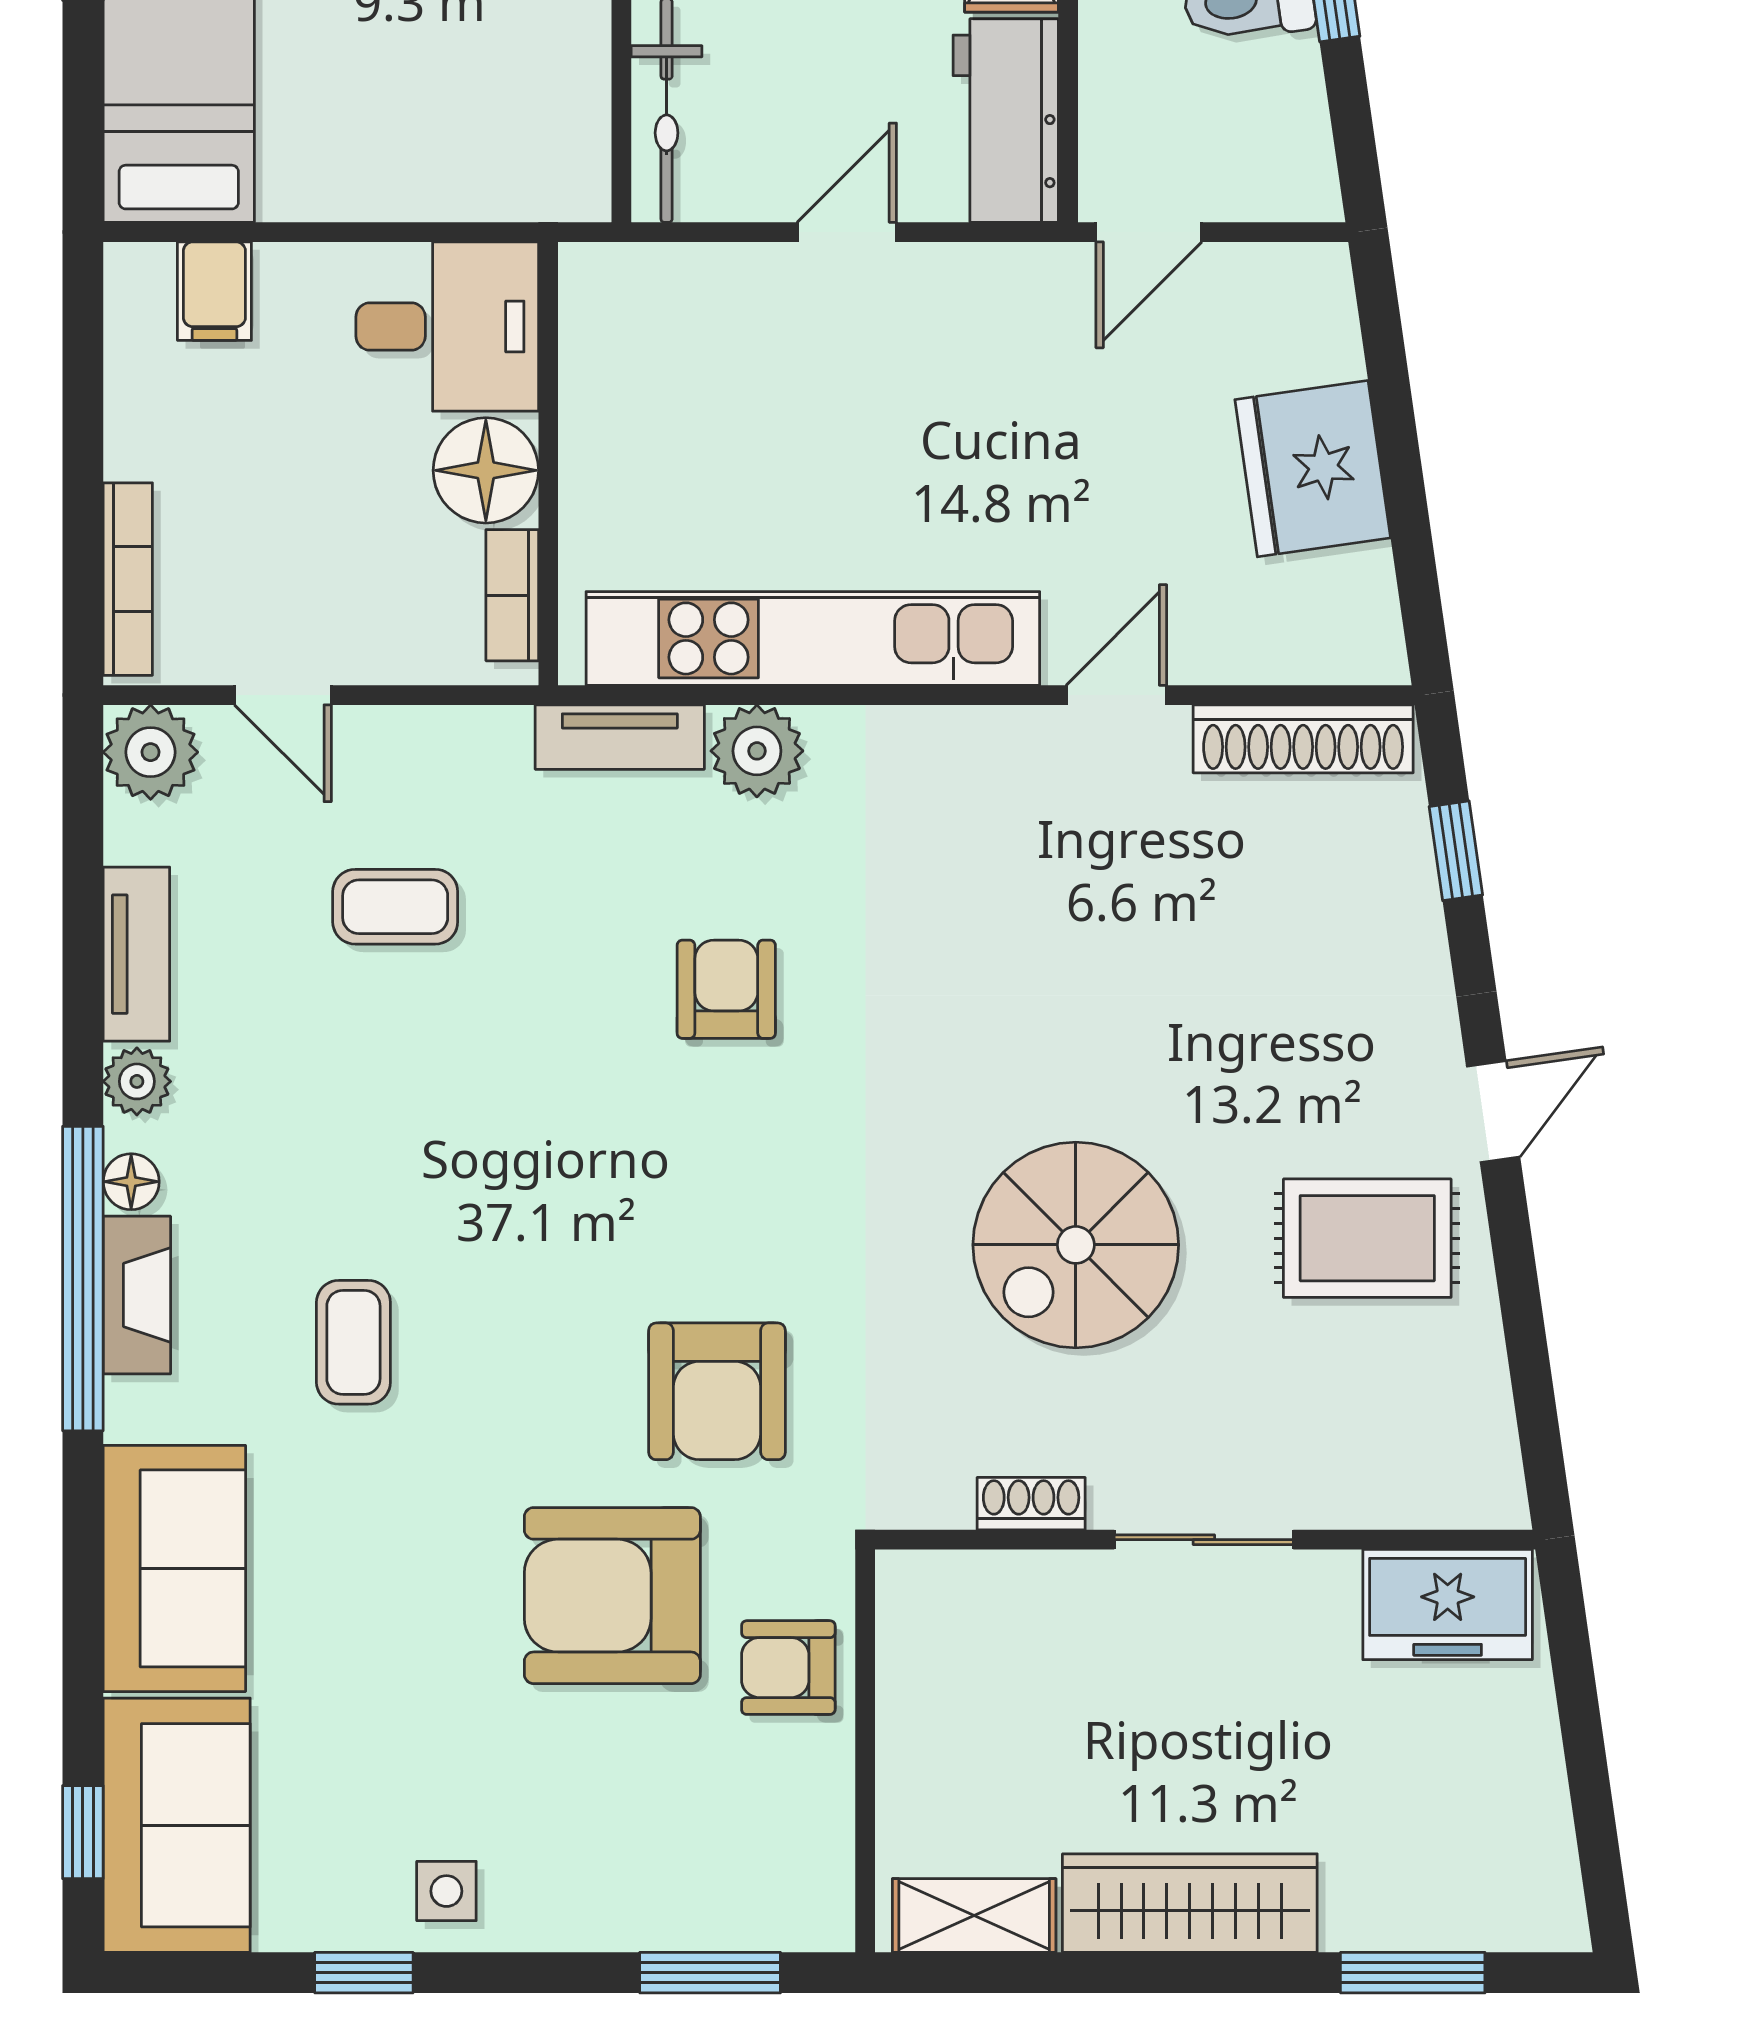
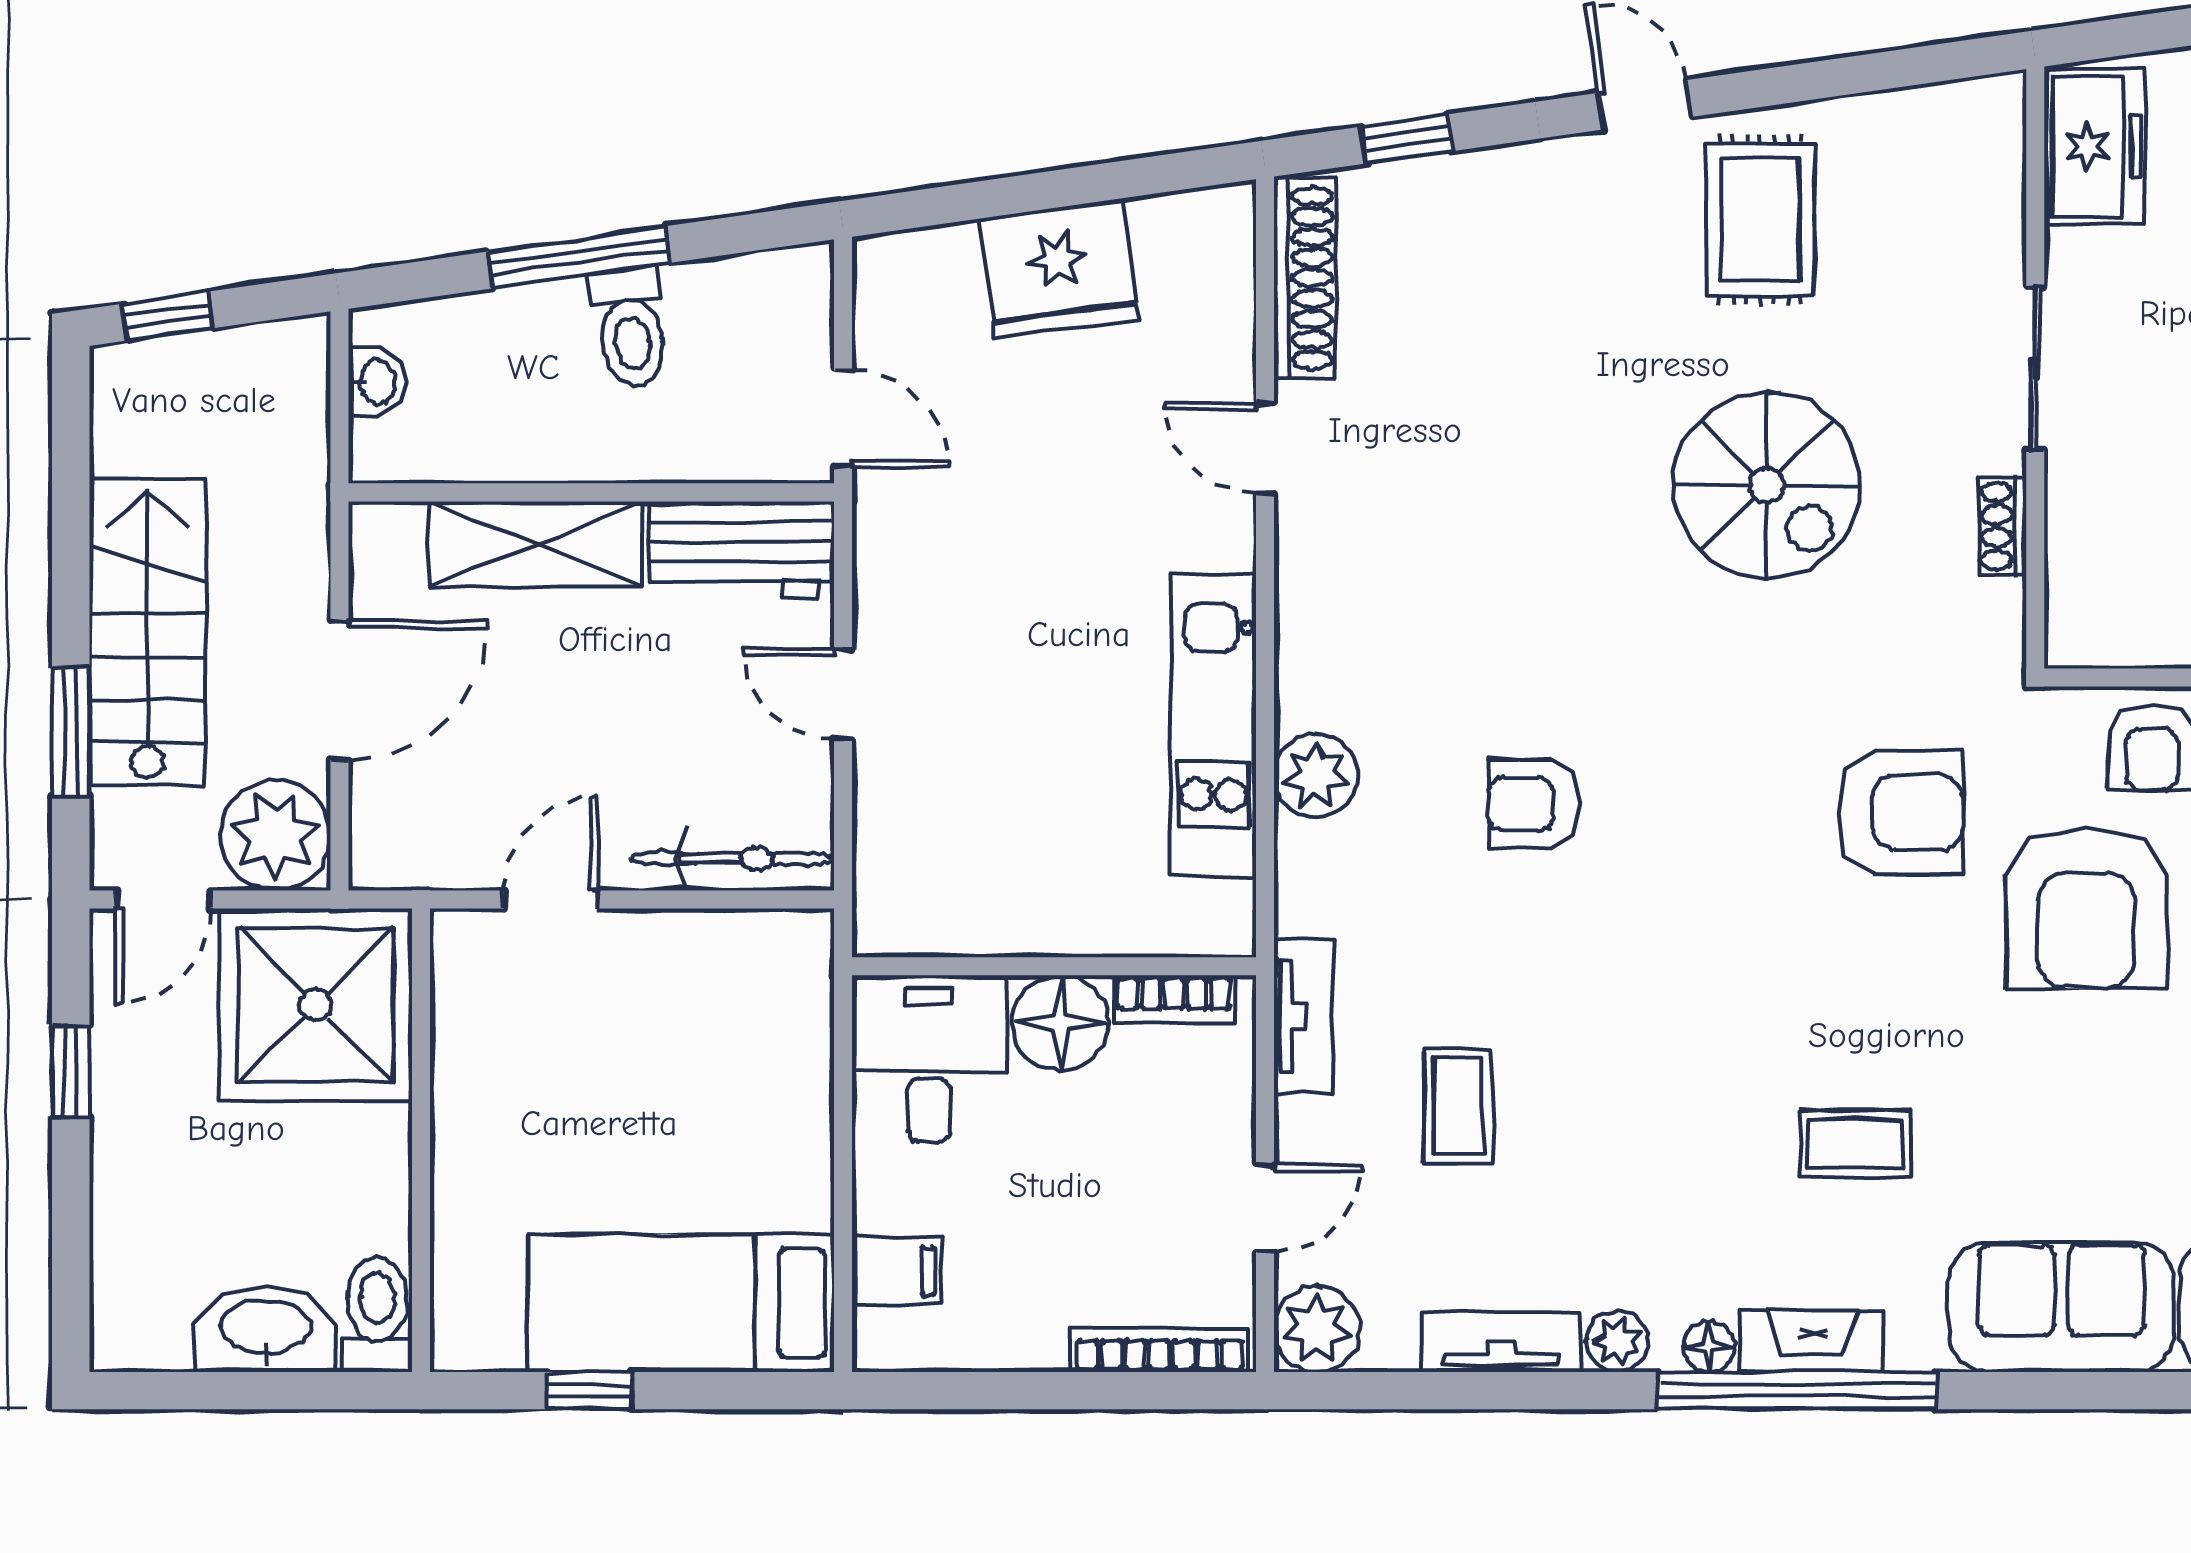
kitchen unit: (813, 638) -> (1213, 725), width x0.73
tv unit: (620, 737) -> (1303, 1016), moved

